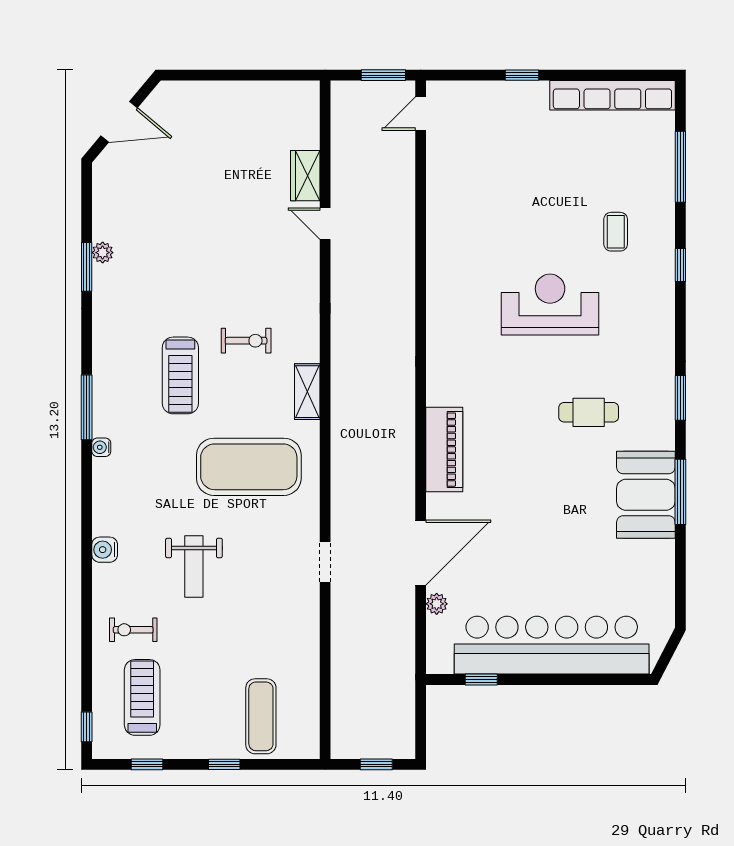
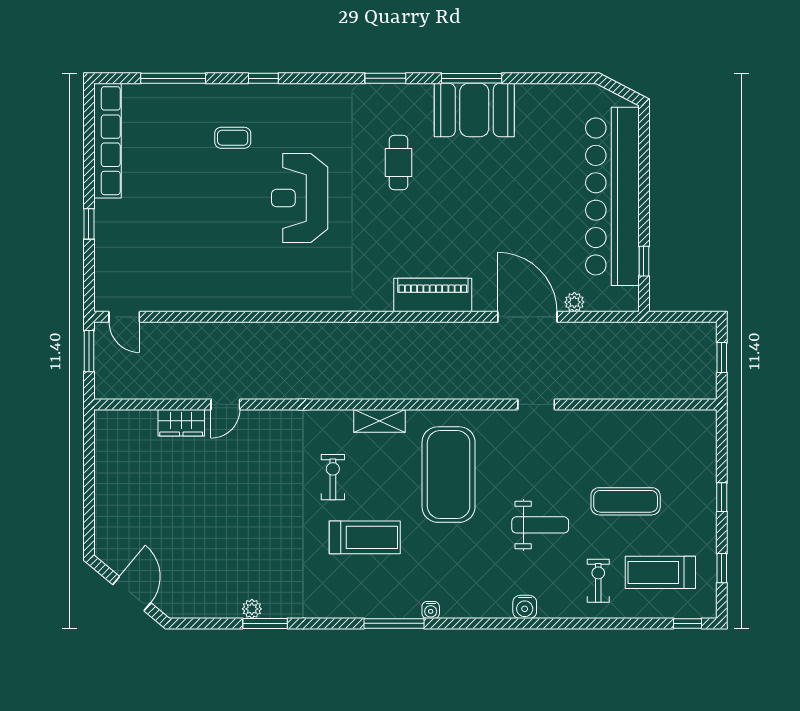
exercise bike: (133, 630) -> (598, 581), turned 180
exercise mat: (261, 716) -> (626, 501), moved

